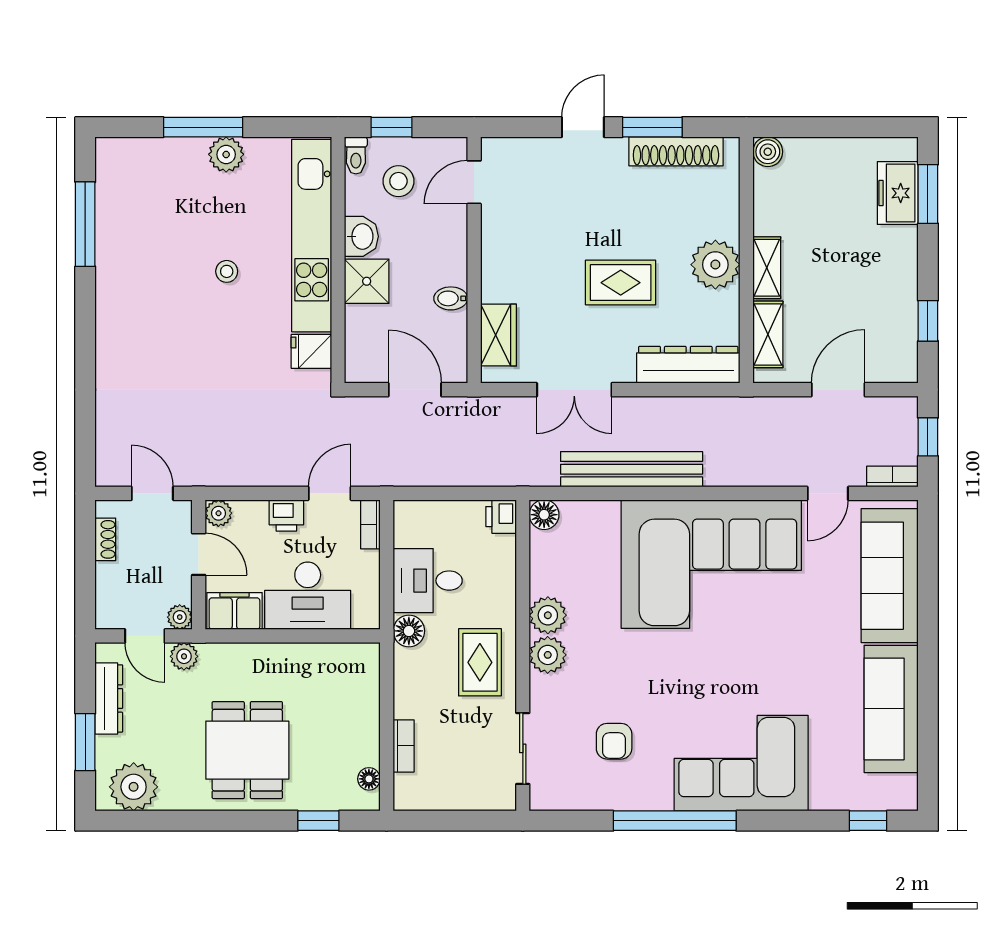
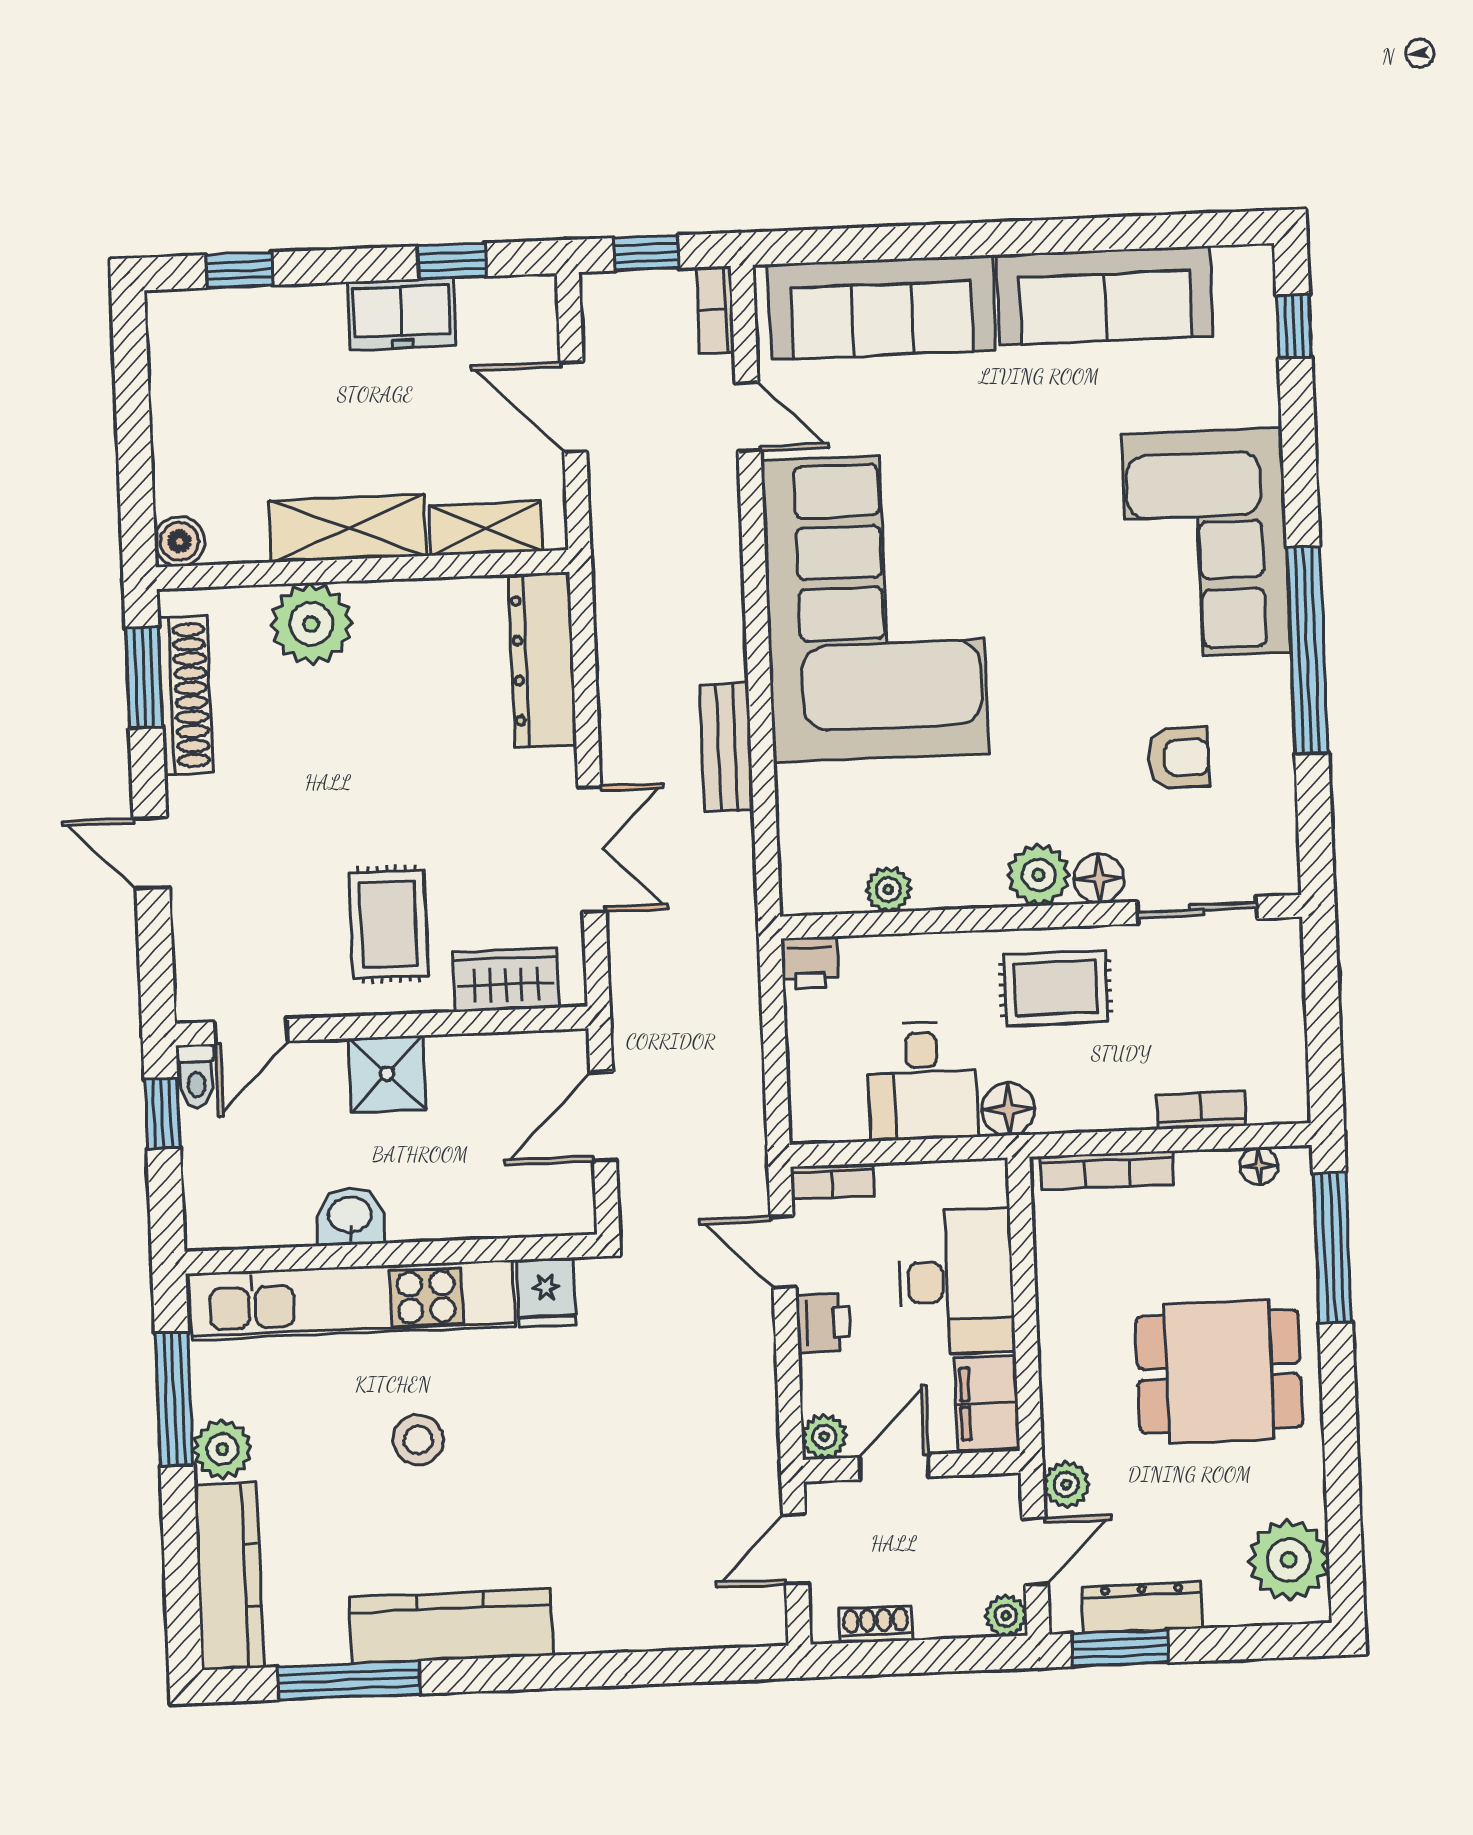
window: (203, 127) -> (174, 1399), moved
window: (391, 127) -> (162, 1113), moved
window: (652, 127) -> (144, 678), moved
kitchen counter: (150, 155) -> (229, 1576), added
toilet: (356, 155) -> (196, 1076), moved, turned 90
stool: (398, 181) -> (255, 1158), removed
door: (474, 182) -> (251, 1031), hinge flipped
freezer: (898, 193) -> (402, 314), moved
window: (928, 194) -> (239, 270), width x0.67
plant: (715, 265) -> (311, 624), moved
shelving: (767, 268) -> (348, 528), width x1.50, depth x1.33
stool: (227, 271) -> (418, 1440), width x1.37, depth x1.37
shower: (367, 281) -> (387, 1074), moved
rug: (621, 283) -> (389, 924), moved
kitchen counter: (115, 286) -> (451, 1626), added
bidet: (451, 298) -> (448, 1063), removed
bench: (632, 469) -> (727, 747), width x0.54, depth x0.82
floor lamp: (544, 515) -> (1099, 878), moved
plant: (548, 615) -> (888, 890), moved, width x0.73, depth x0.73
plant: (180, 617) -> (1006, 1616), moved
bookcase: (370, 688) -> (1107, 1170), added
window: (85, 742) -> (1120, 1648), moved
window: (318, 821) -> (1332, 1248), width x2.17

